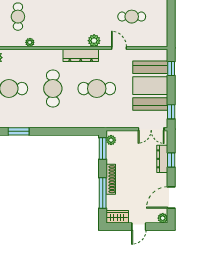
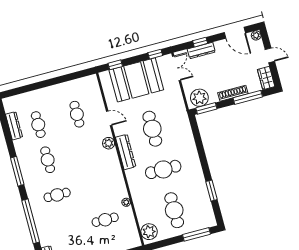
door: (119, 48) -> (109, 118), swing flipped
plant: (111, 140) -> (199, 98), width x1.88, depth x1.88

